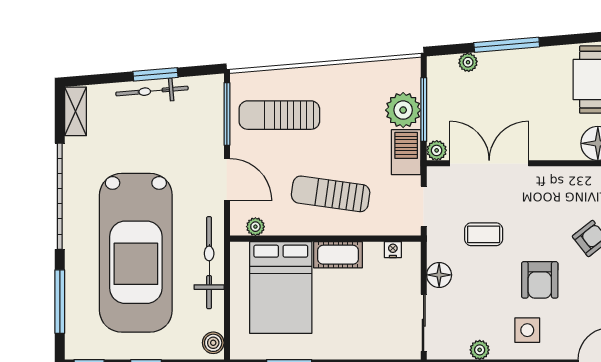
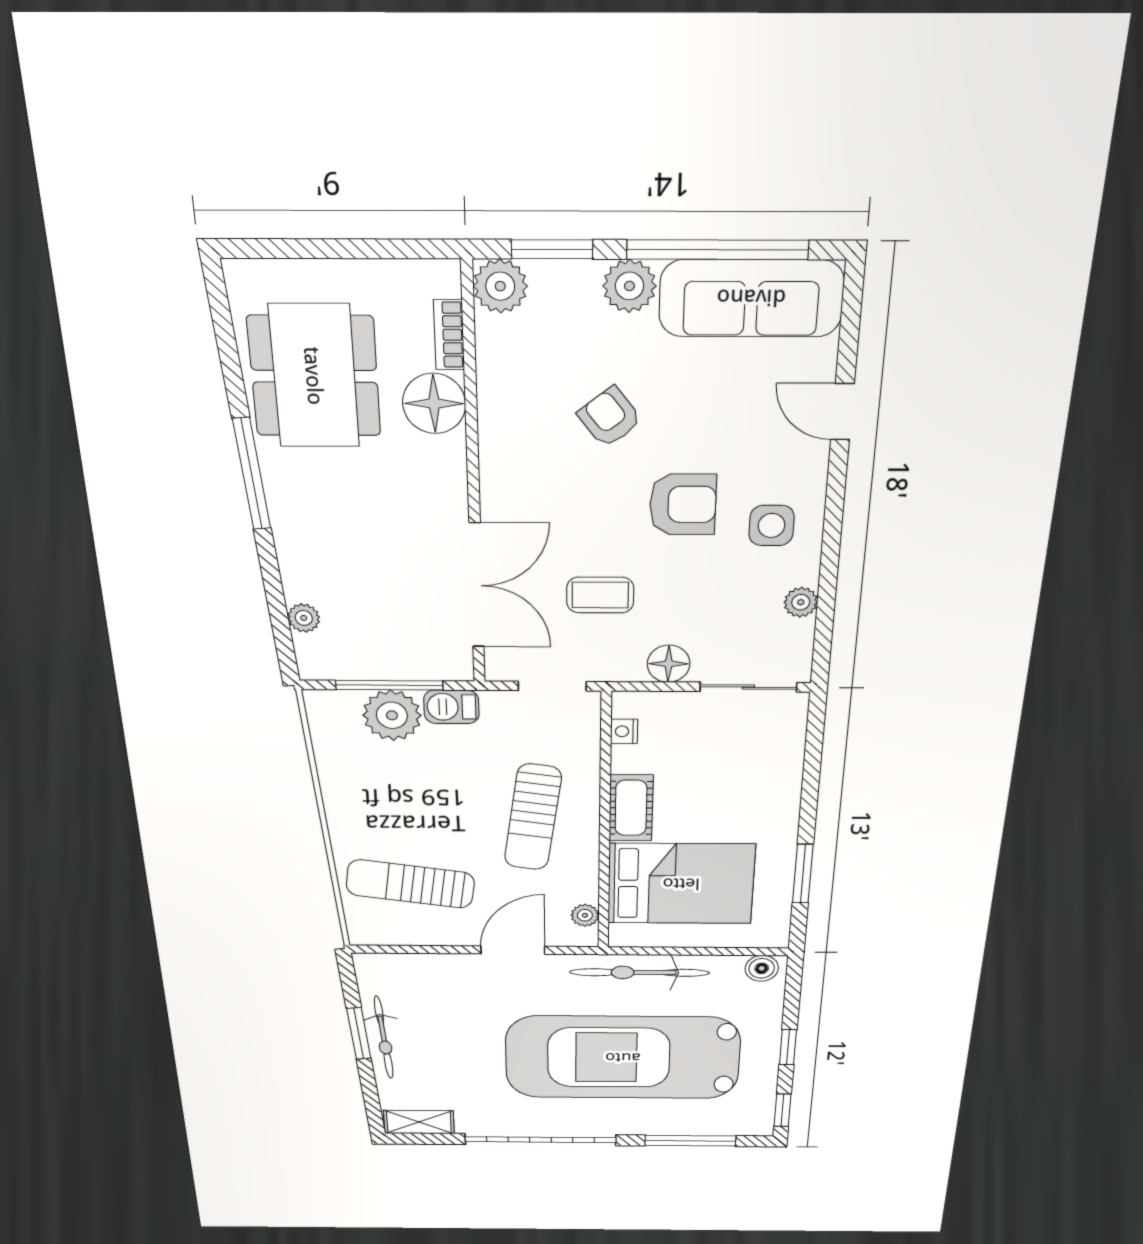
window: (507, 45) -> (252, 474), moved
window: (227, 114) -> (412, 949), removed
sun lounger: (279, 115) -> (410, 884), turned 98
plant: (437, 150) -> (457, 666), removed
barbecue: (406, 152) -> (451, 707), width x0.73, depth x0.79
double door: (489, 163) -> (477, 586), swing flipped
coffee table: (484, 234) -> (600, 595), turned 90
car: (136, 253) -> (623, 1058), turned 180

